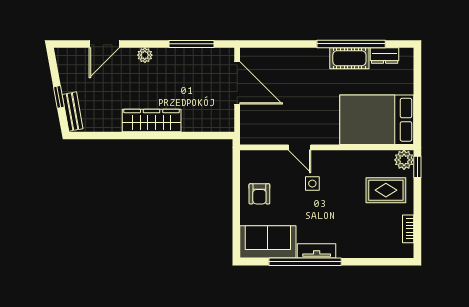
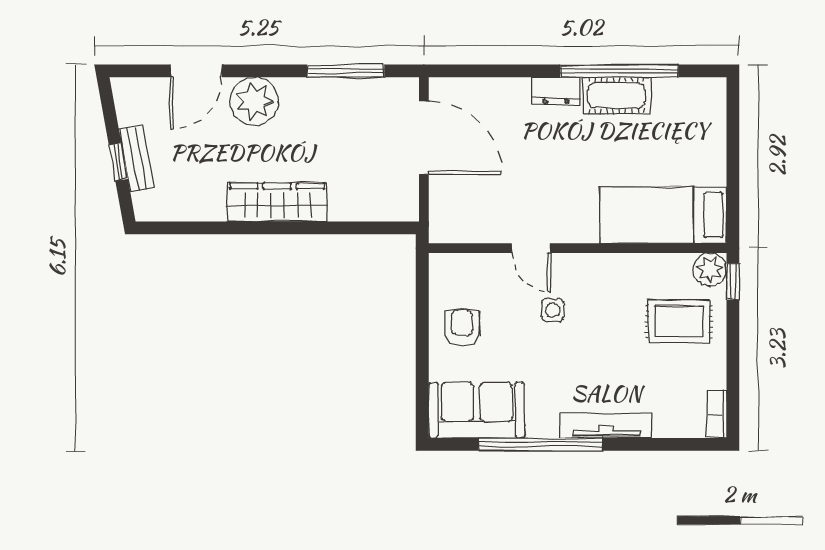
plant: (145, 55) -> (254, 101), width x1.88, depth x1.88
dresser: (385, 56) -> (556, 91), moved
bench: (73, 112) -> (137, 158), moved
bed: (377, 120) -> (663, 215), width x0.67
armchair: (259, 194) -> (462, 328), turned 180
bookcase: (408, 229) -> (717, 414), moved
tv unit: (317, 251) -> (606, 426), moved, width x1.41

